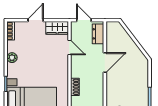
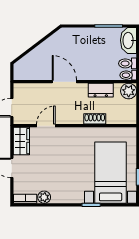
dresser: (98, 34) -> (101, 90), moved
plant: (12, 58) -> (44, 197), moved

